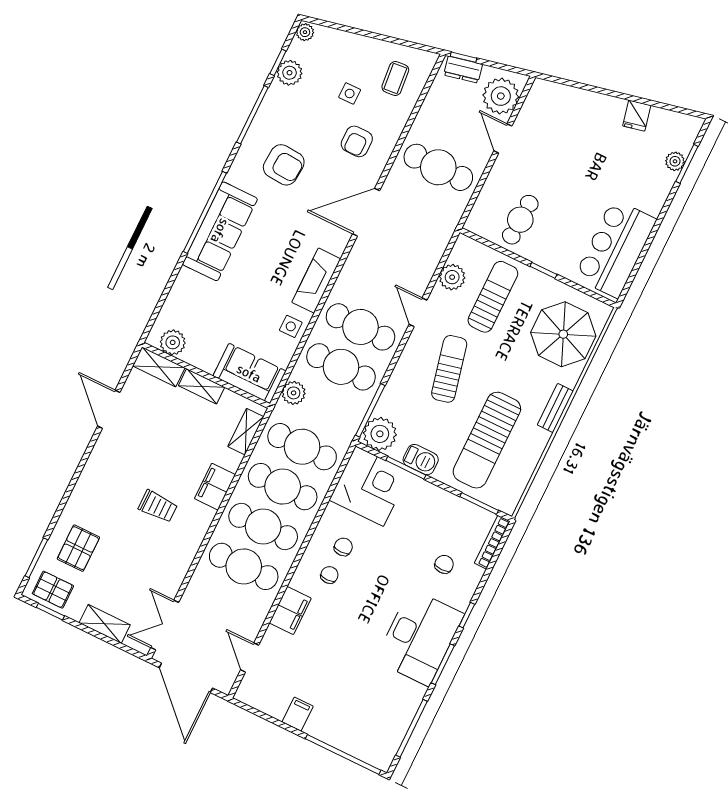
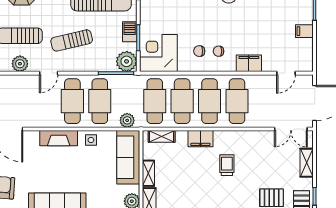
sofa: (249, 373) -> (128, 157), width x1.36

